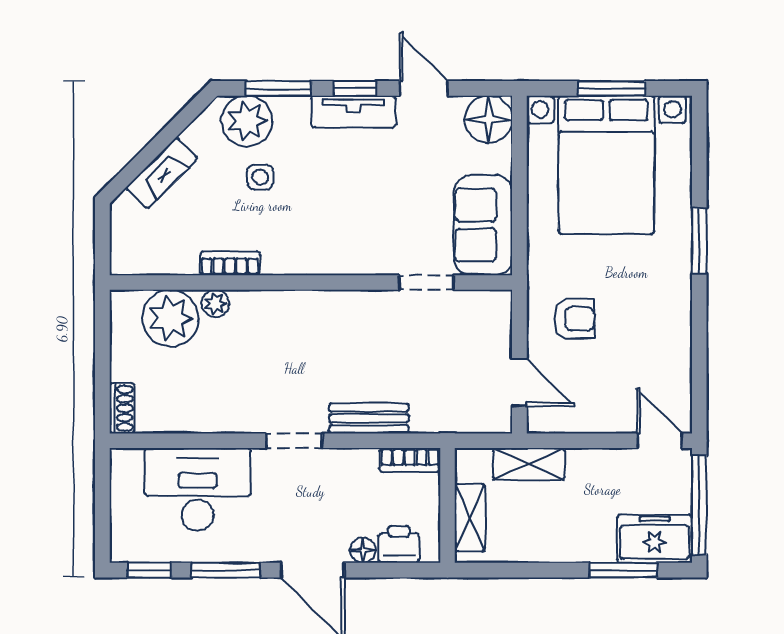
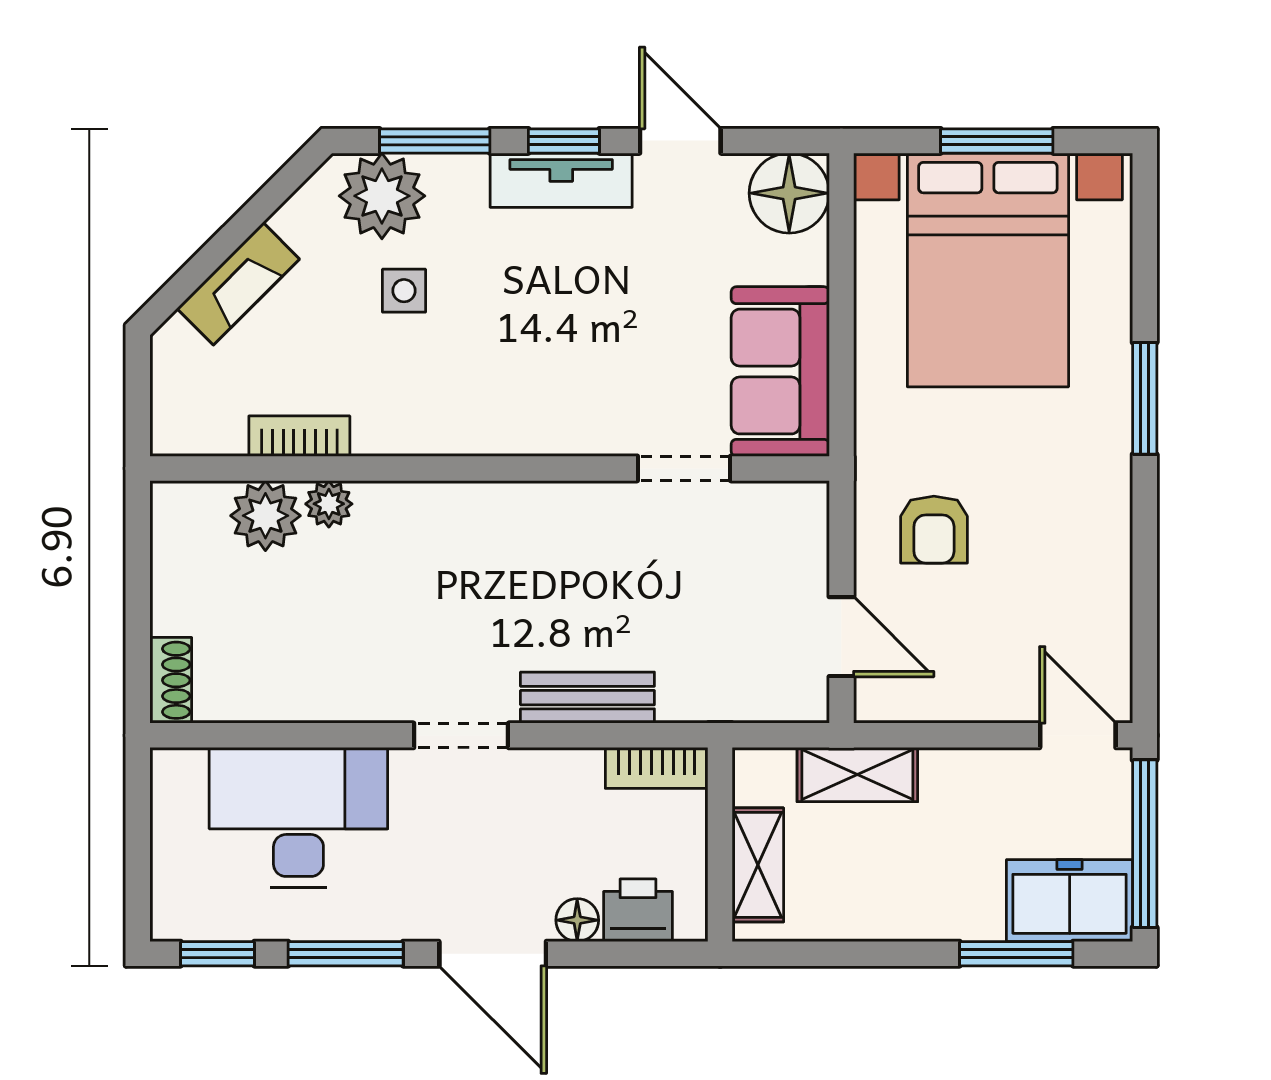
bookcase: (230, 263) -> (299, 436), moved
plant: (170, 318) -> (265, 516), width x0.73, depth x0.73
armchair: (574, 319) -> (934, 530), turned 90

